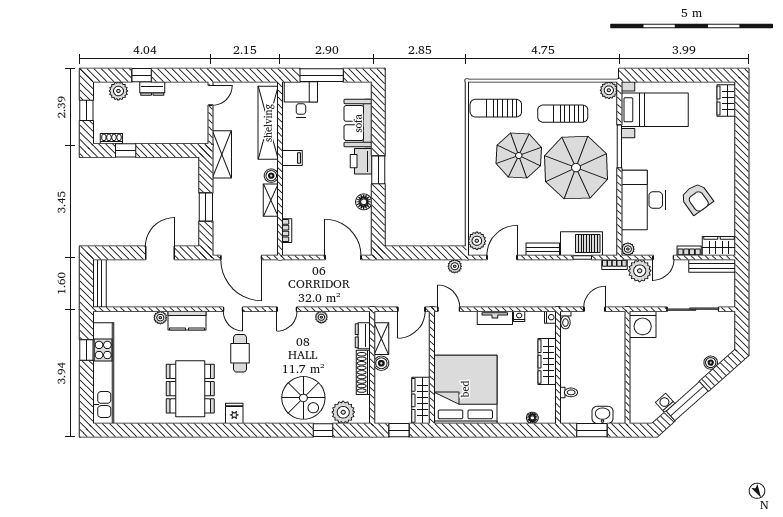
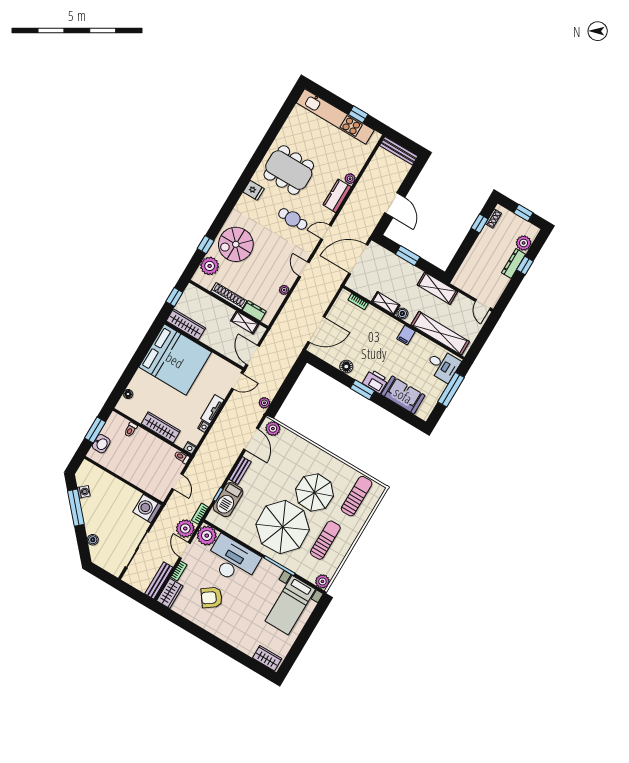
dresser: (152, 89) -> (514, 264), width x1.44
plant: (628, 249) -> (207, 536), width x1.87, depth x1.87
boiler: (381, 363) -> (228, 312), removed

